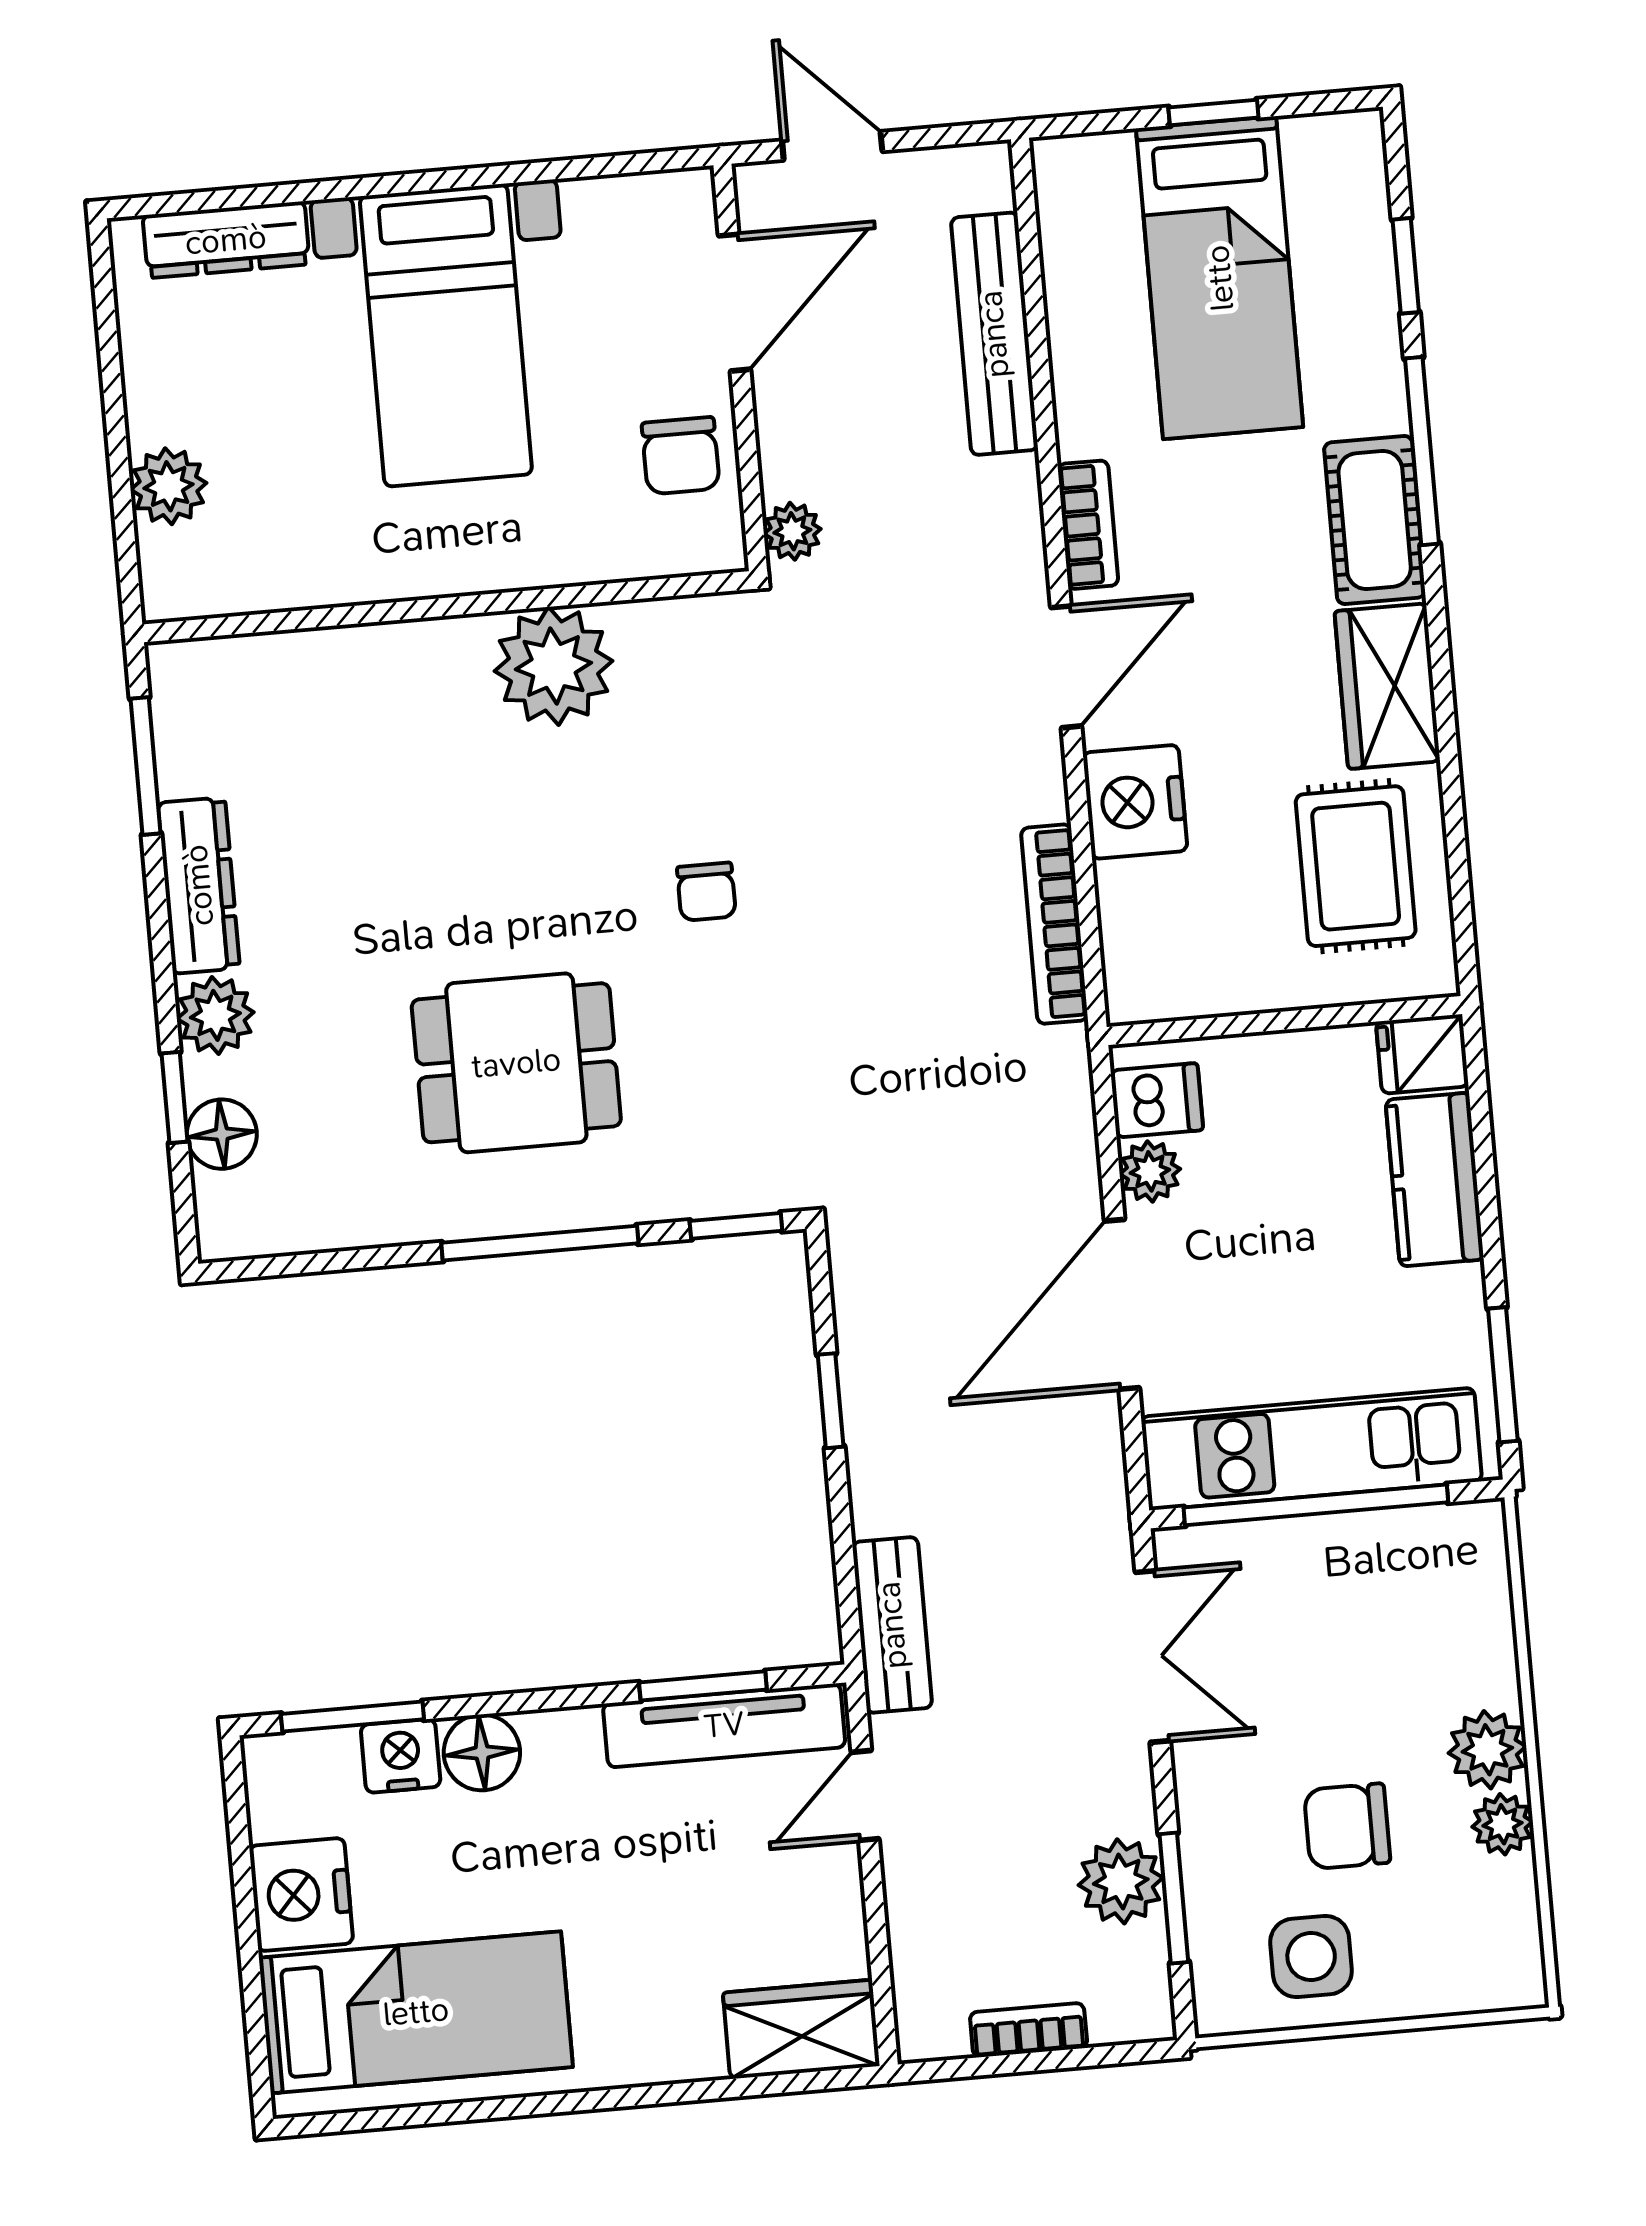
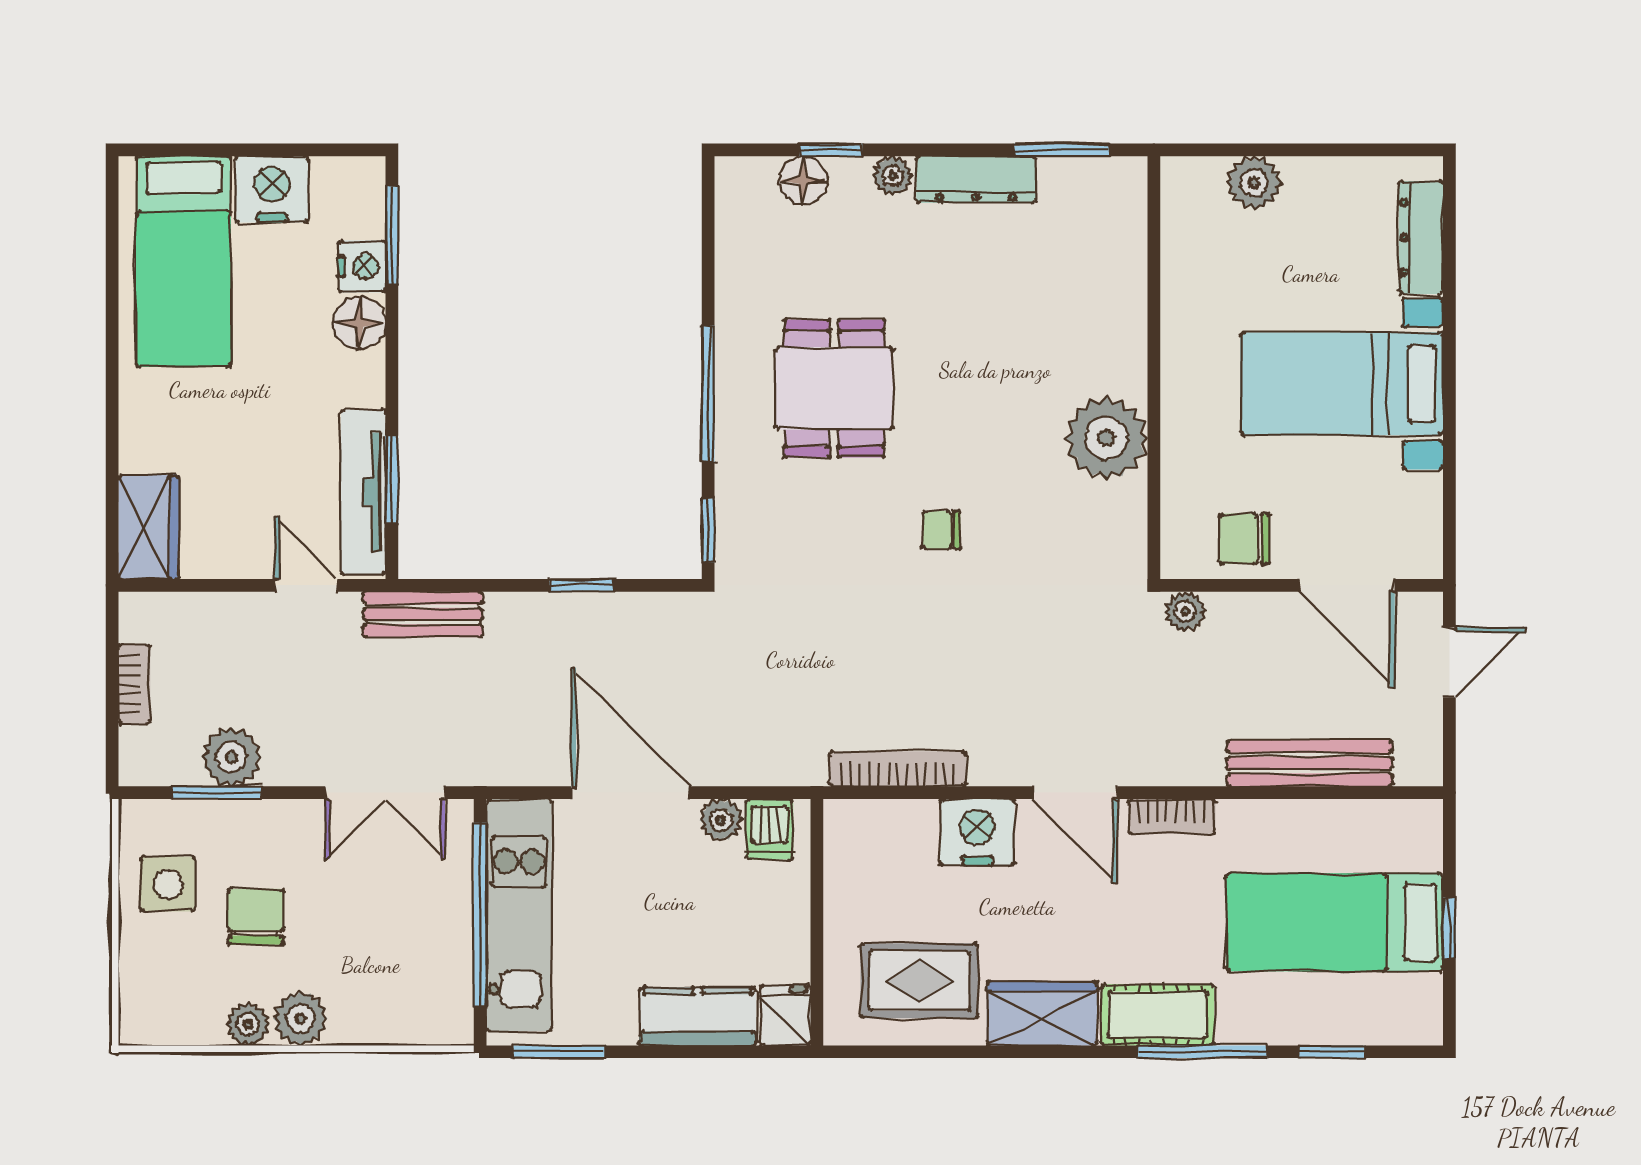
plant: (215, 1015) -> (893, 176), width x0.73, depth x0.73

